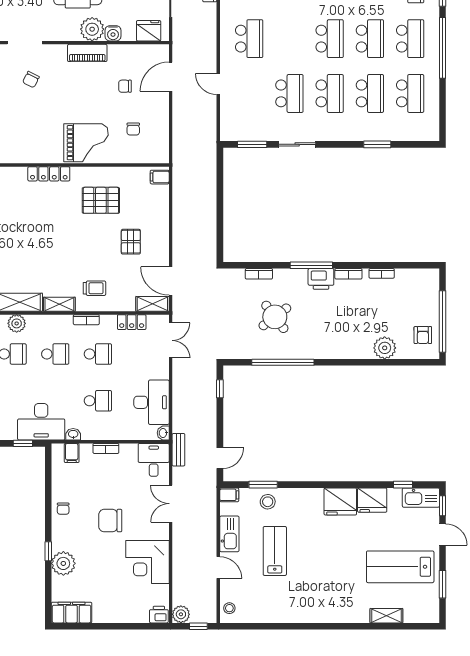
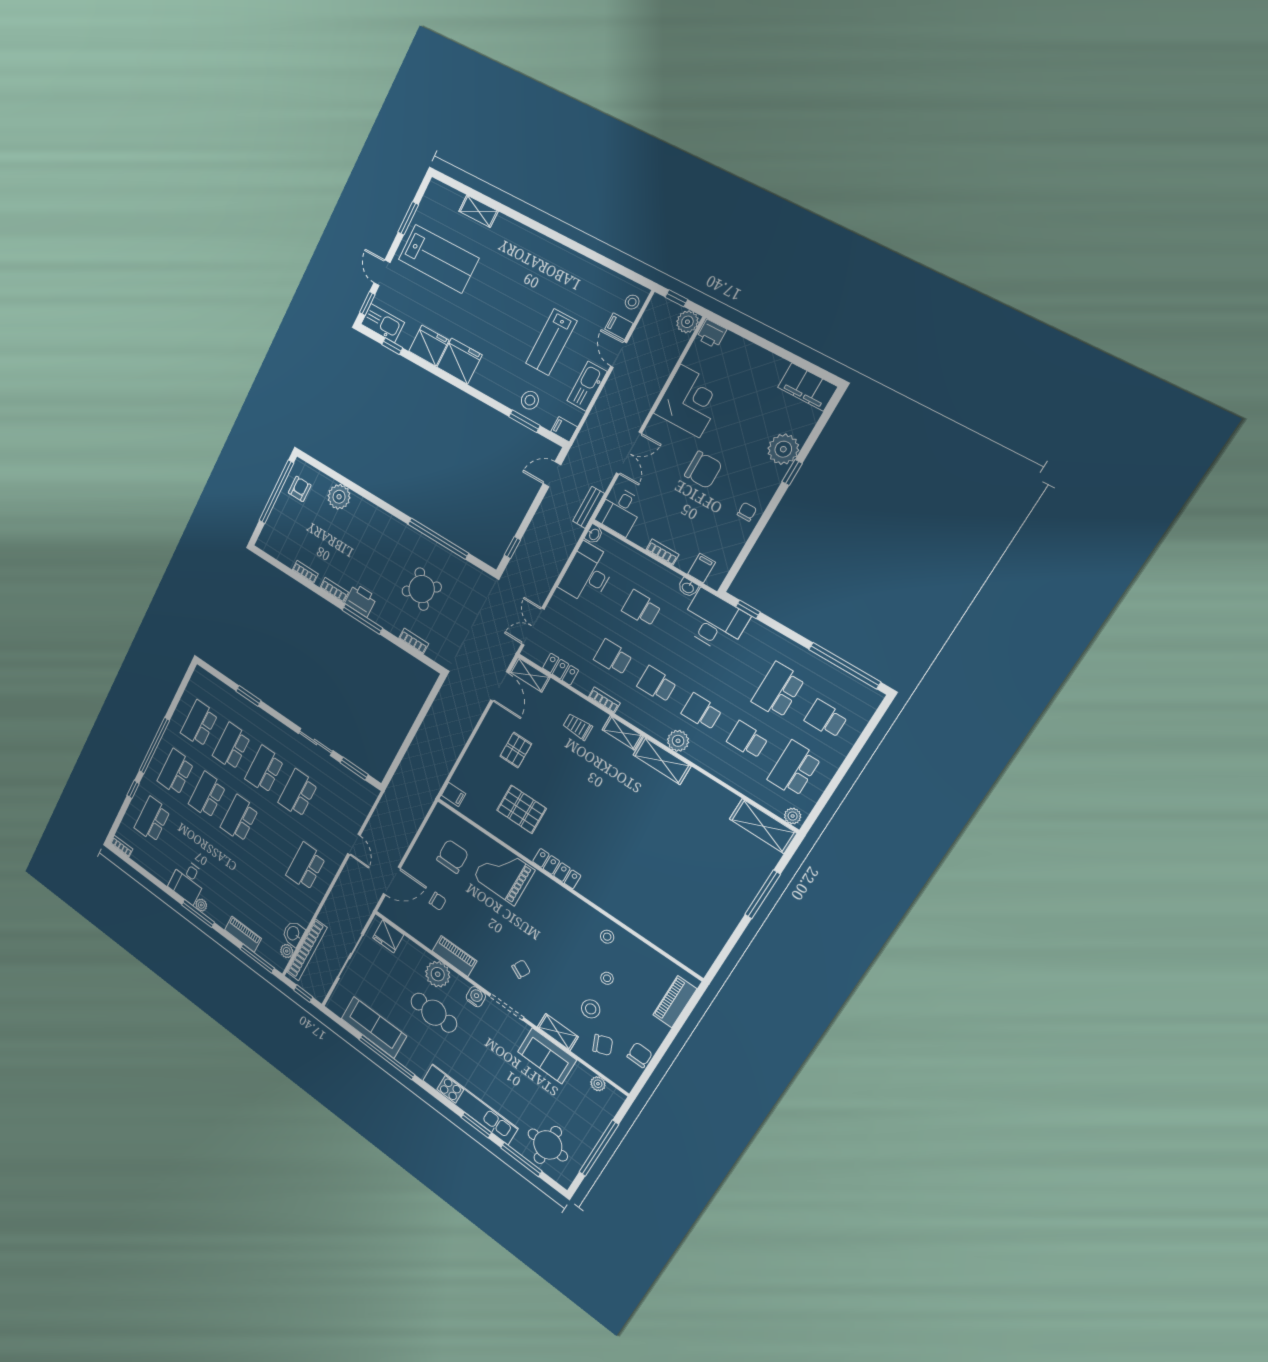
water cooler: (113, 33) -> (476, 997), moved
chair: (133, 129) -> (453, 856), width x1.87, depth x1.87
filing cabinet: (230, 587) -> (619, 326), added

